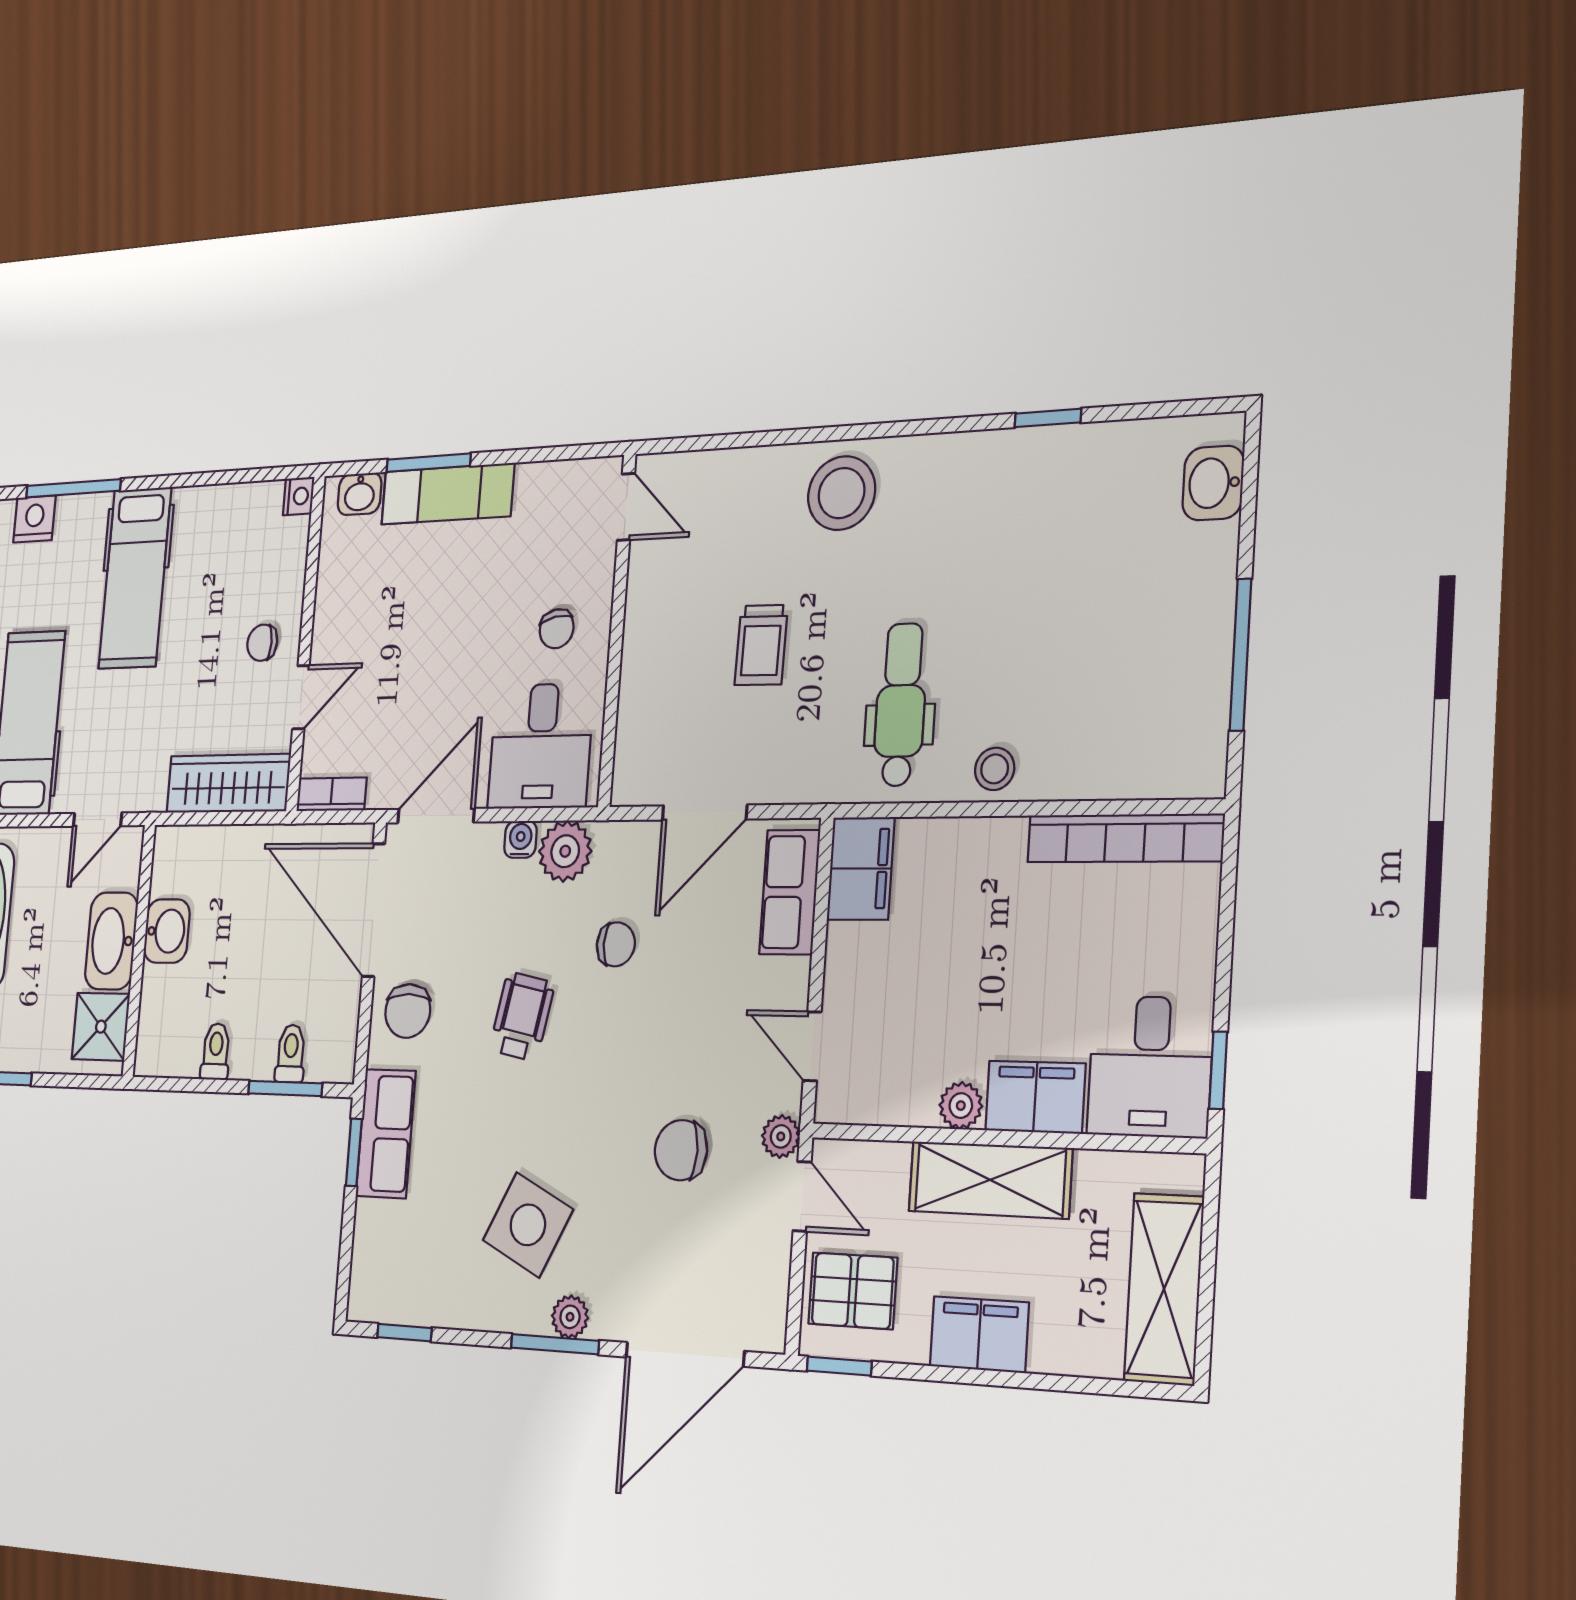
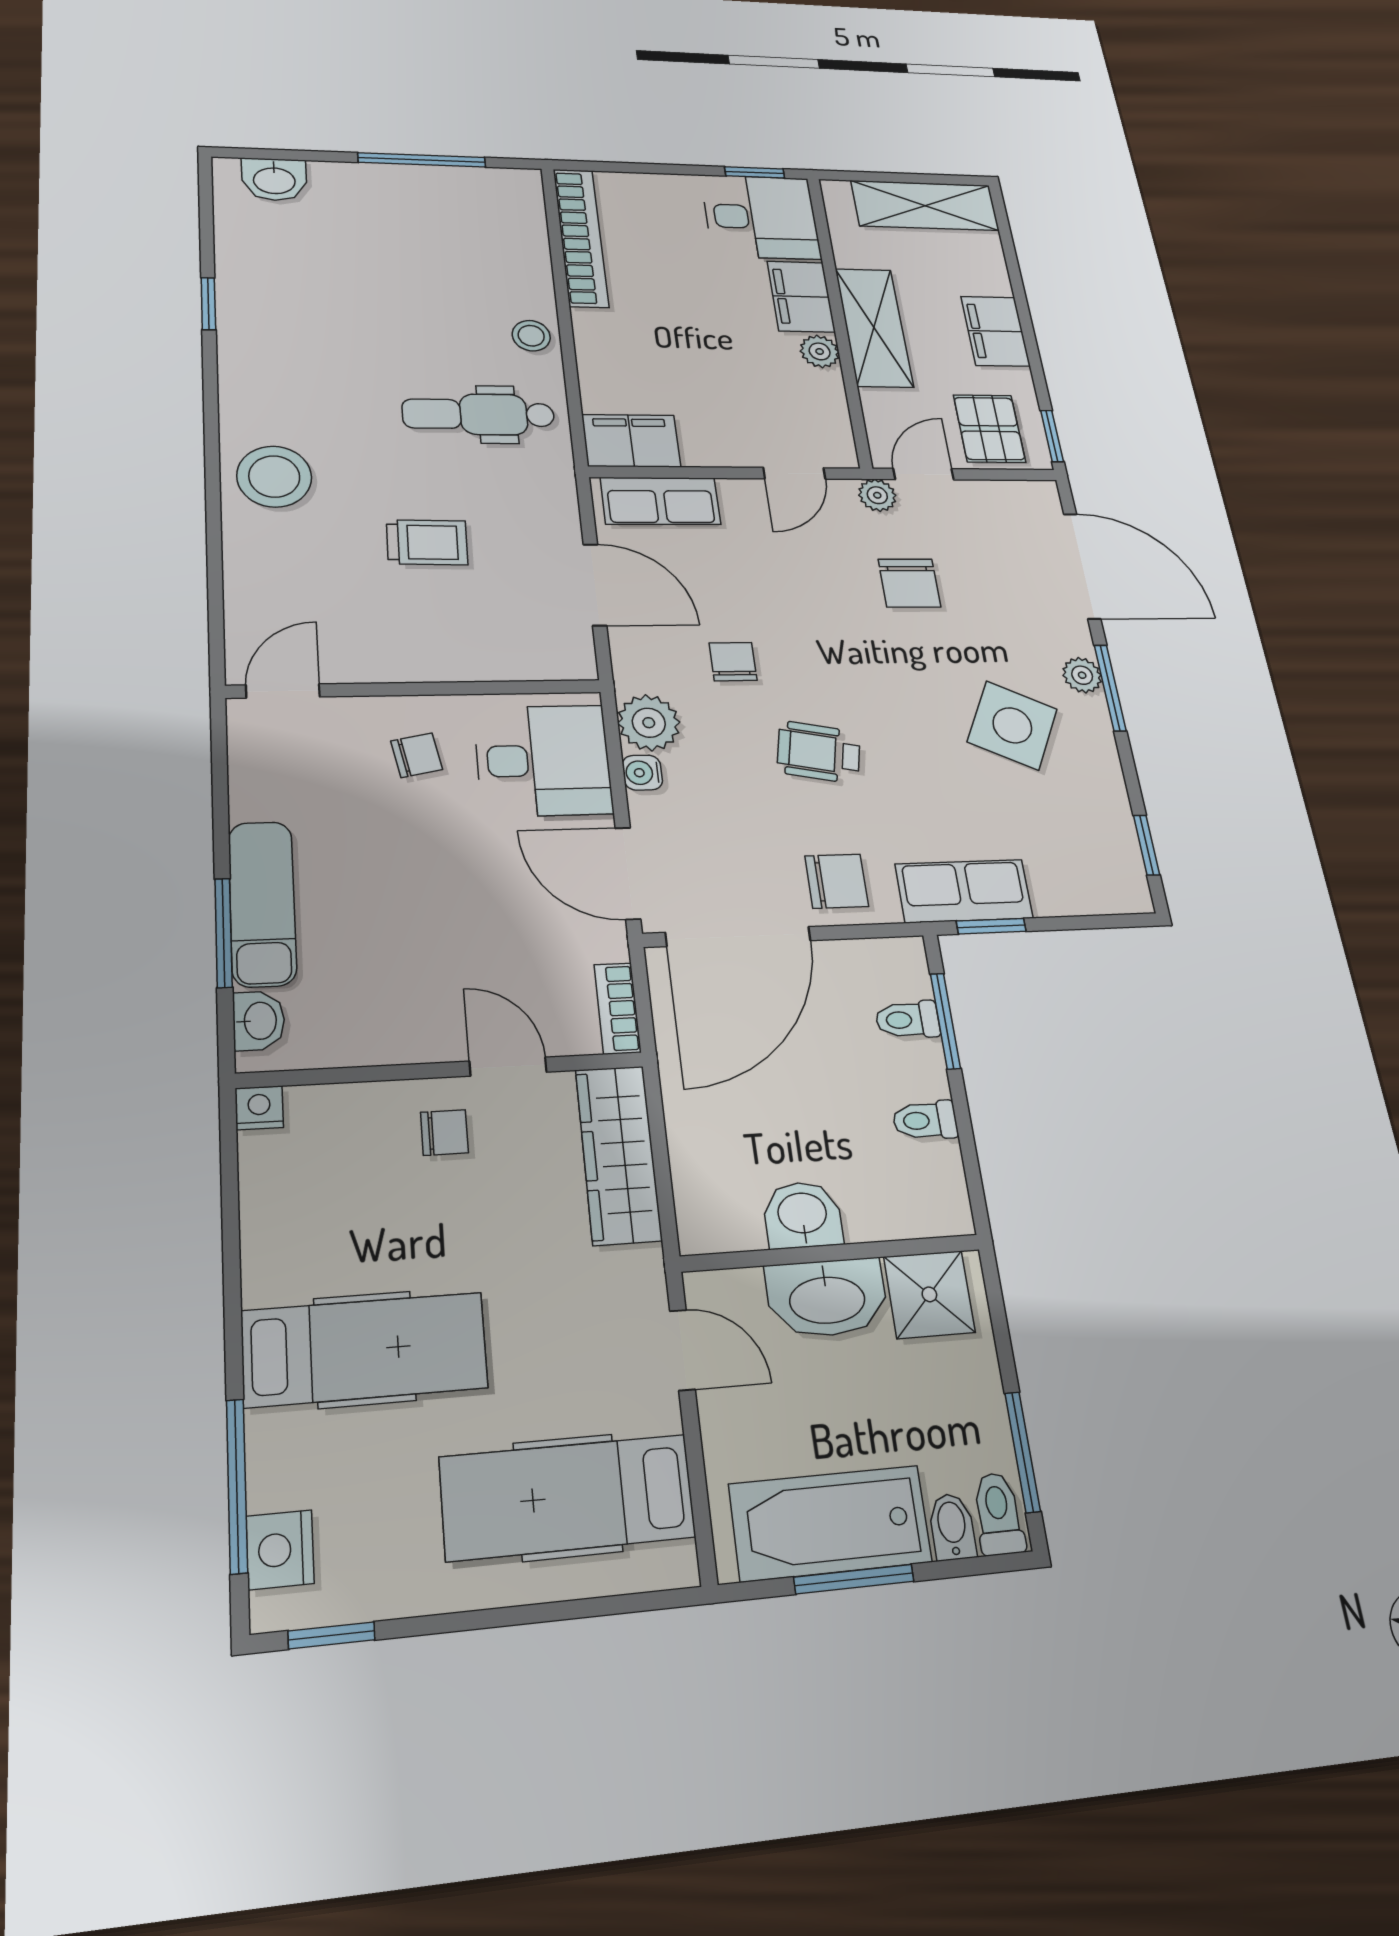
chair: (262, 643) -> (444, 1133), turned -90

